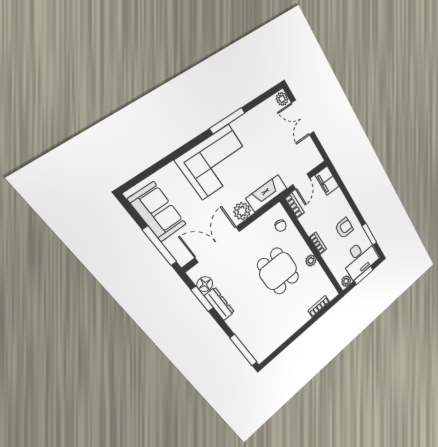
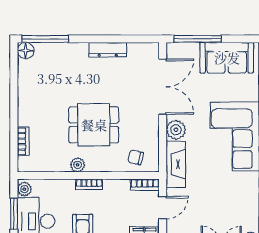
door: (301, 181) -> (163, 208), swing flipped
floor lamp: (205, 284) -> (26, 51), moved
window: (202, 299) -> (125, 39), removed

